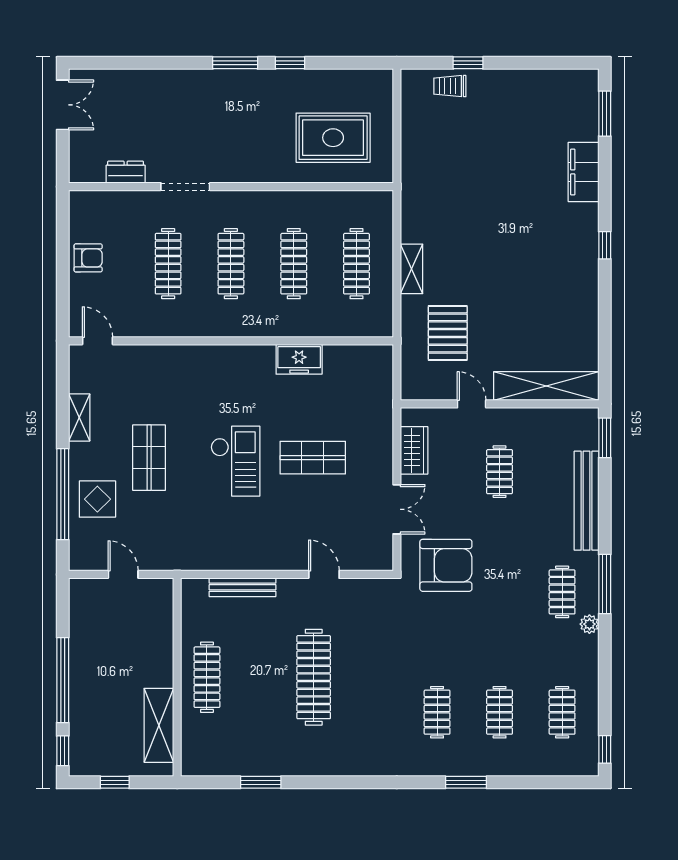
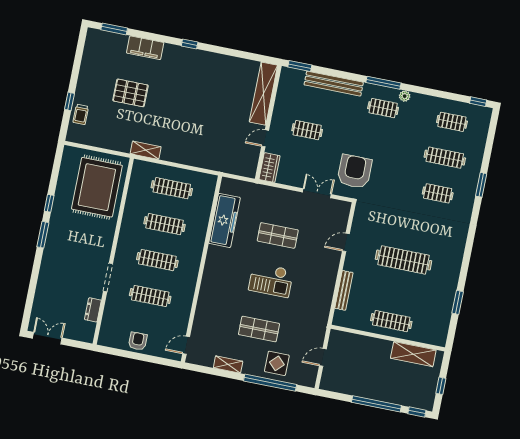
rug: (333, 138) -> (97, 187), width x1.37, depth x1.44
shelving: (411, 269) -> (146, 150), moved
pallet: (448, 333) -> (130, 93), moved
freezer: (299, 359) -> (225, 220), width x1.91, depth x1.26
wardrobe: (414, 450) -> (270, 168), moved, turned 90
shop shelf: (313, 458) -> (278, 235), turned 90
checkout: (235, 461) -> (271, 280), turned 180
clothes rail: (500, 712) -> (445, 158), width x1.36

